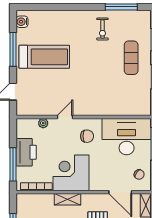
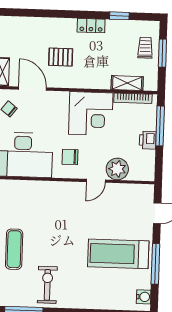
exercise bike: (102, 29) -> (47, 285), width x1.38, depth x1.39
plant: (43, 123) -> (117, 169), width x1.87, depth x1.87
printer: (26, 152) -> (148, 140), width x0.53, depth x0.68
shelving: (67, 199) -> (127, 83), moved

